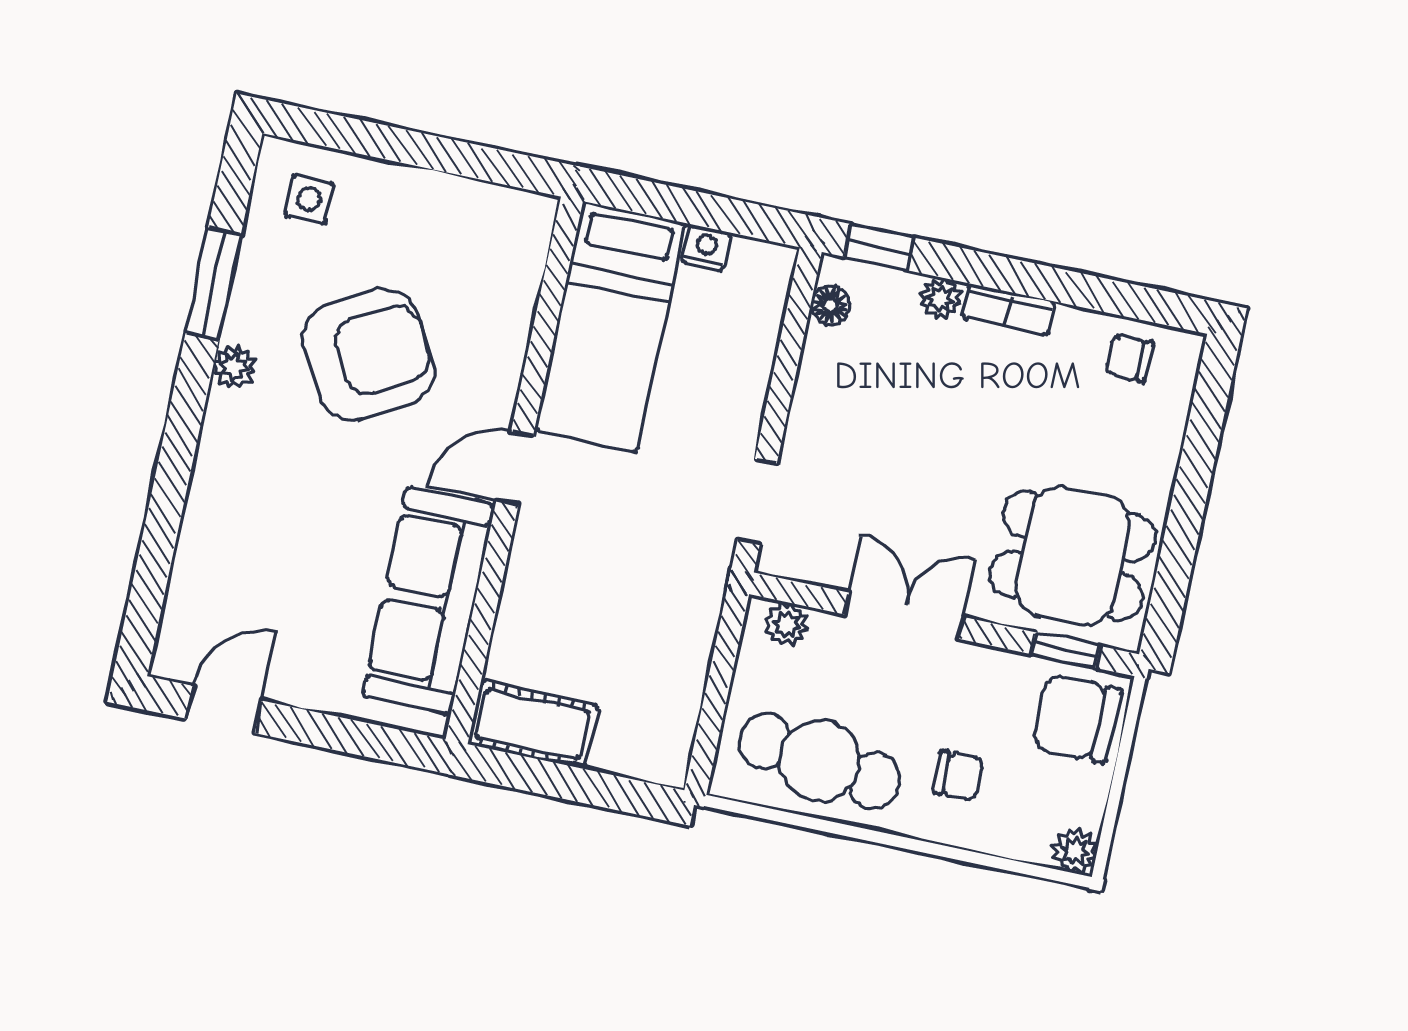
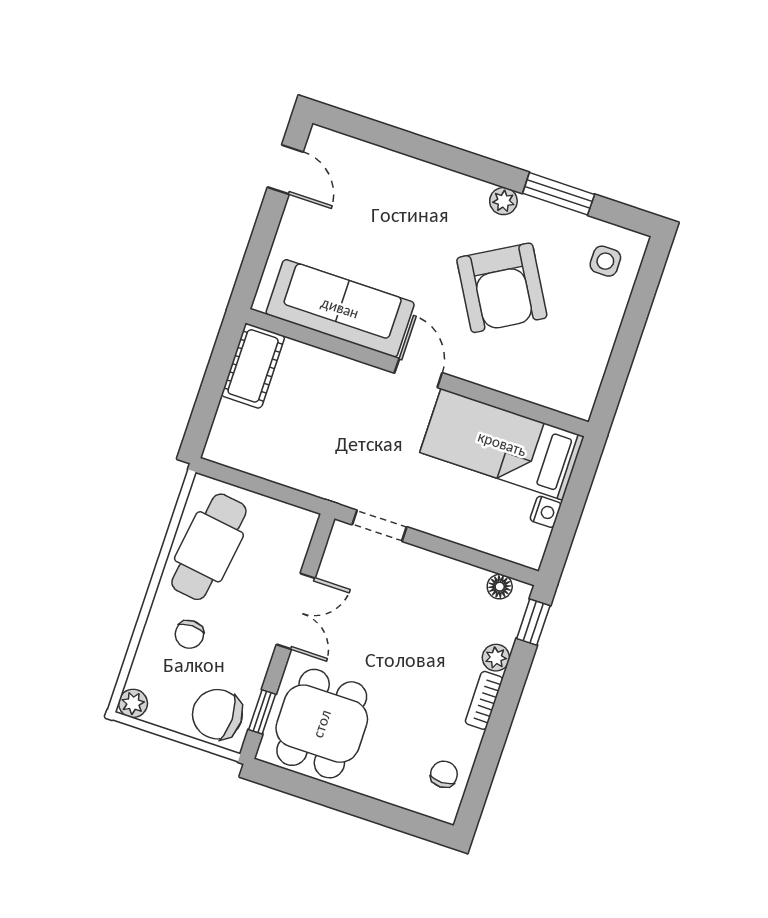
plant: (786, 624) -> (299, 535), removed
chair: (1077, 718) -> (217, 714), turned -90

